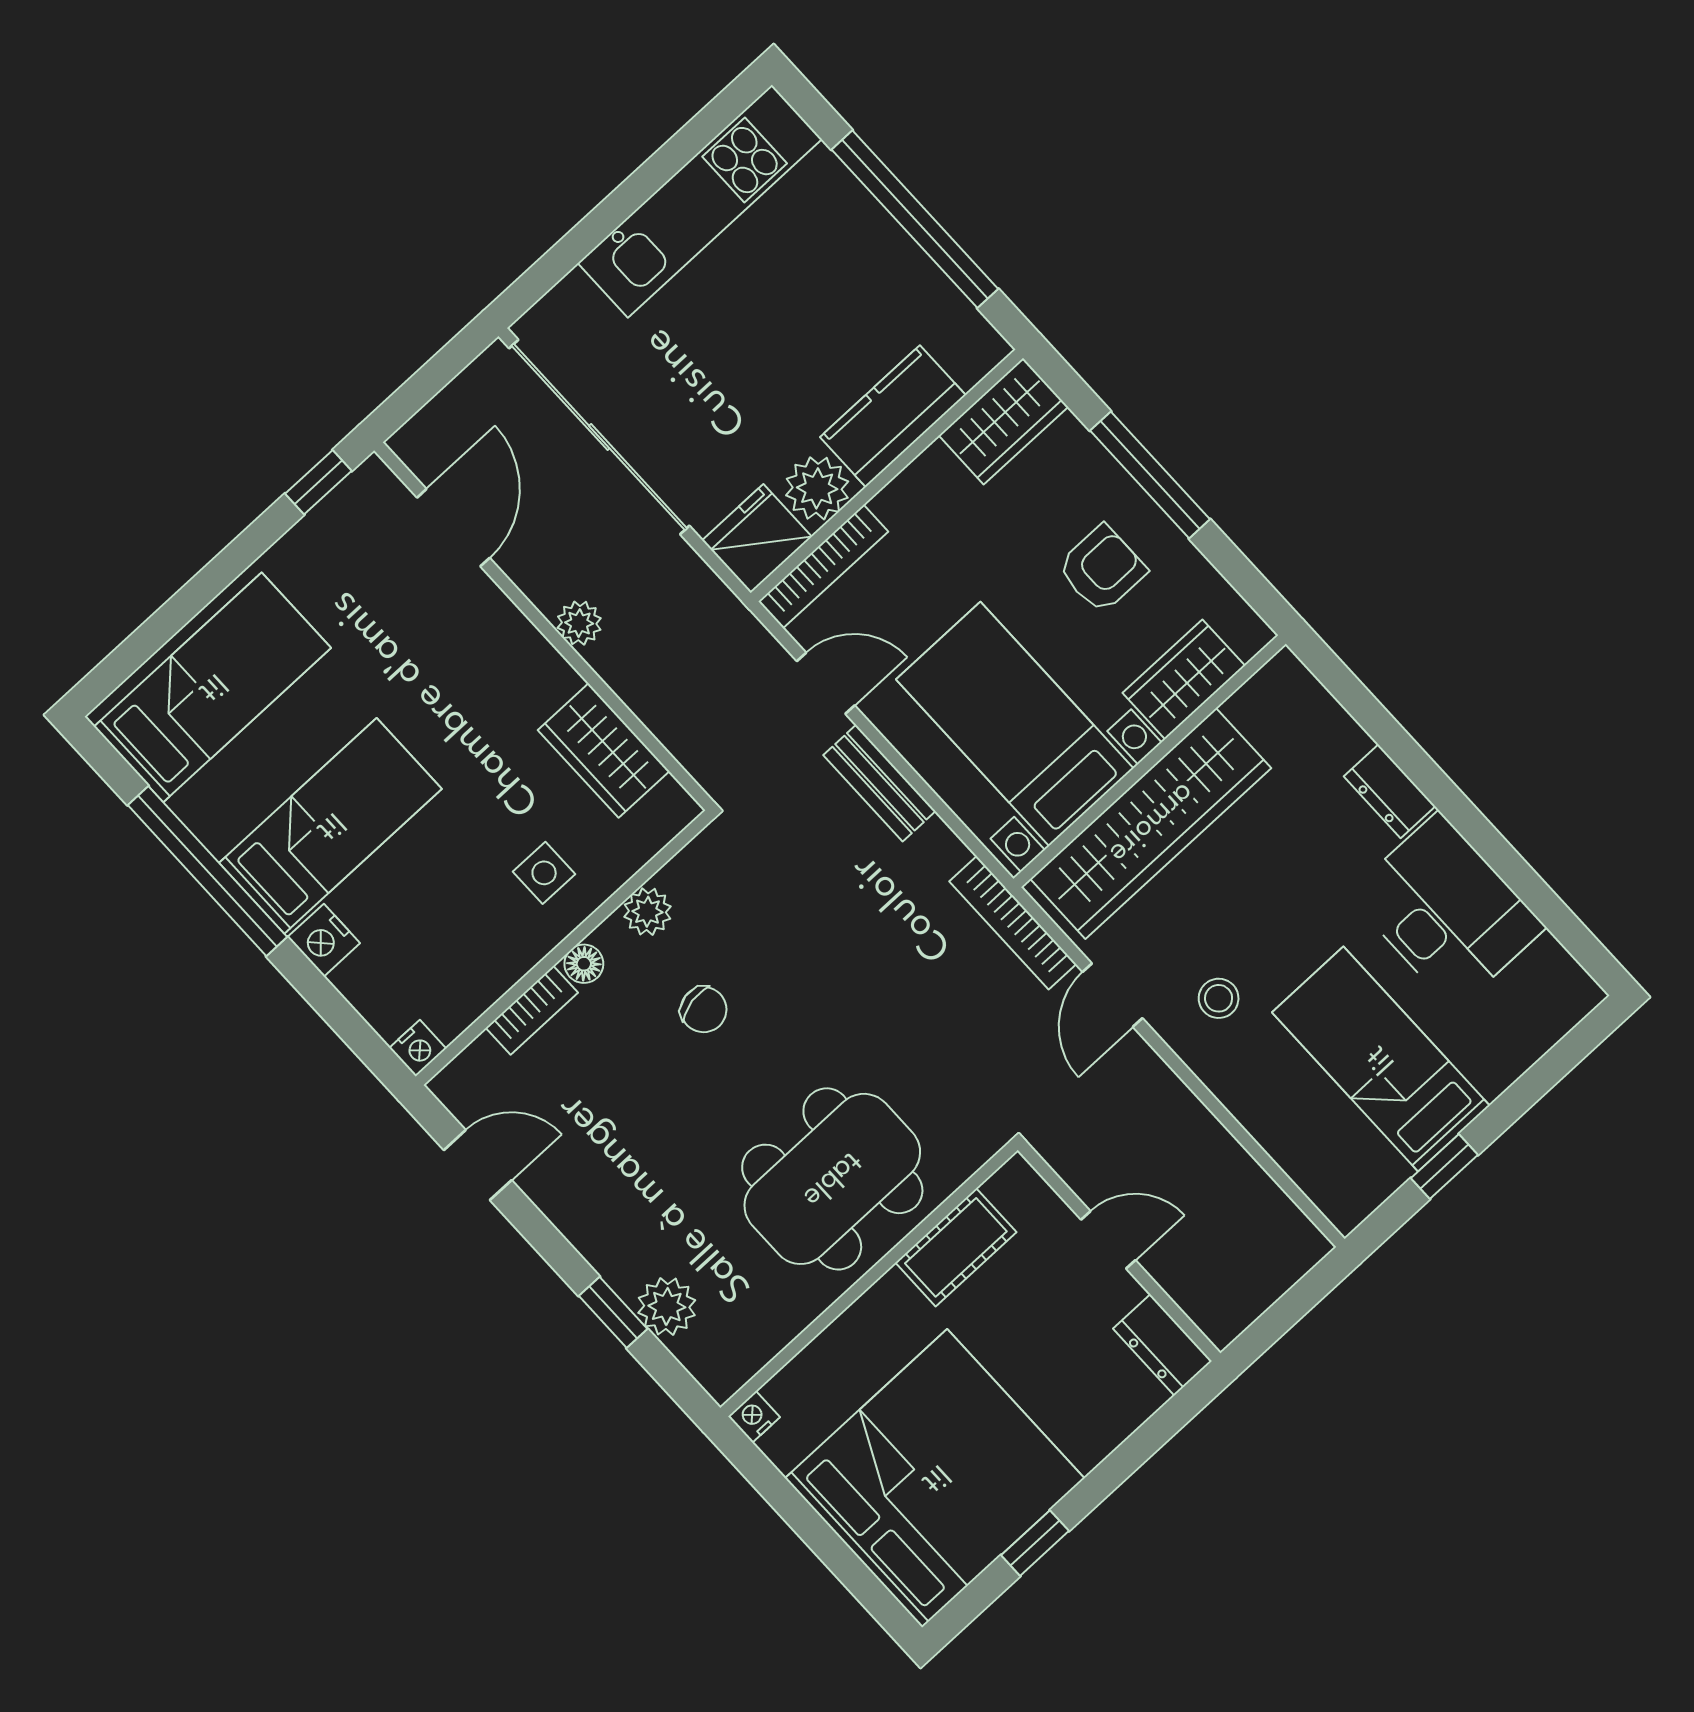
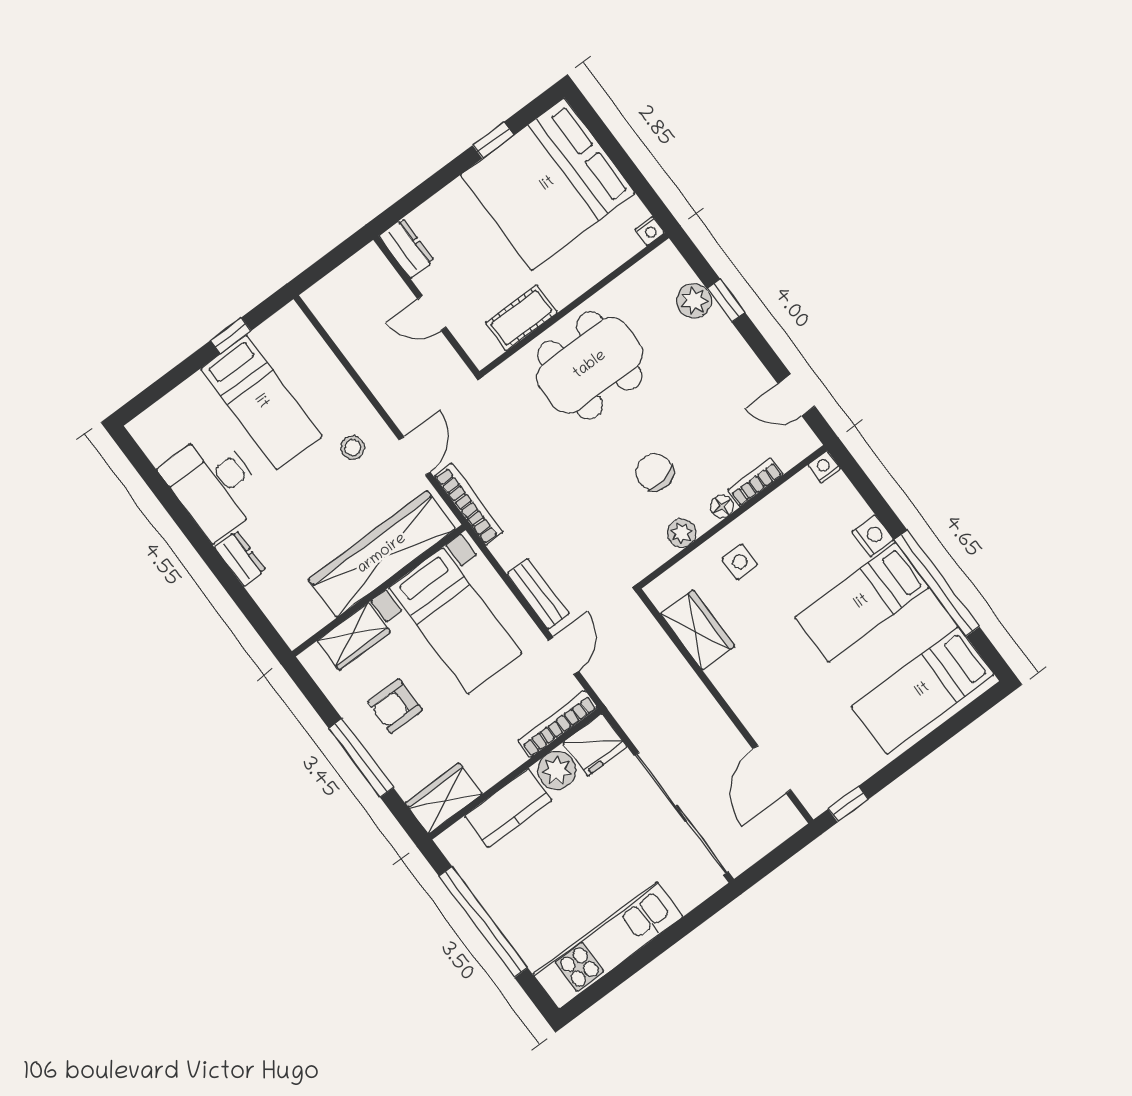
plant: (579, 623) -> (704, 706), removed
door: (826, 683) -> (564, 656), swing flipped
chair: (704, 1010) -> (655, 472), width x1.37, depth x1.37

